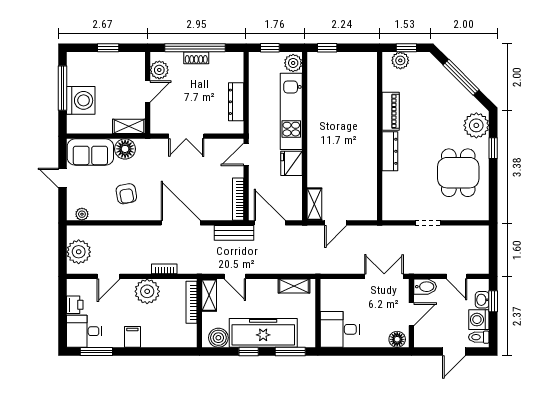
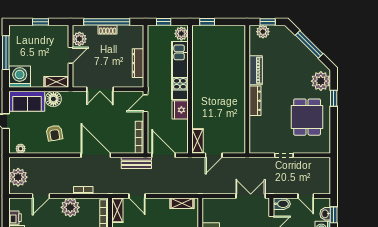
washing machine: (81, 100) -> (20, 77), moved, turned -90

